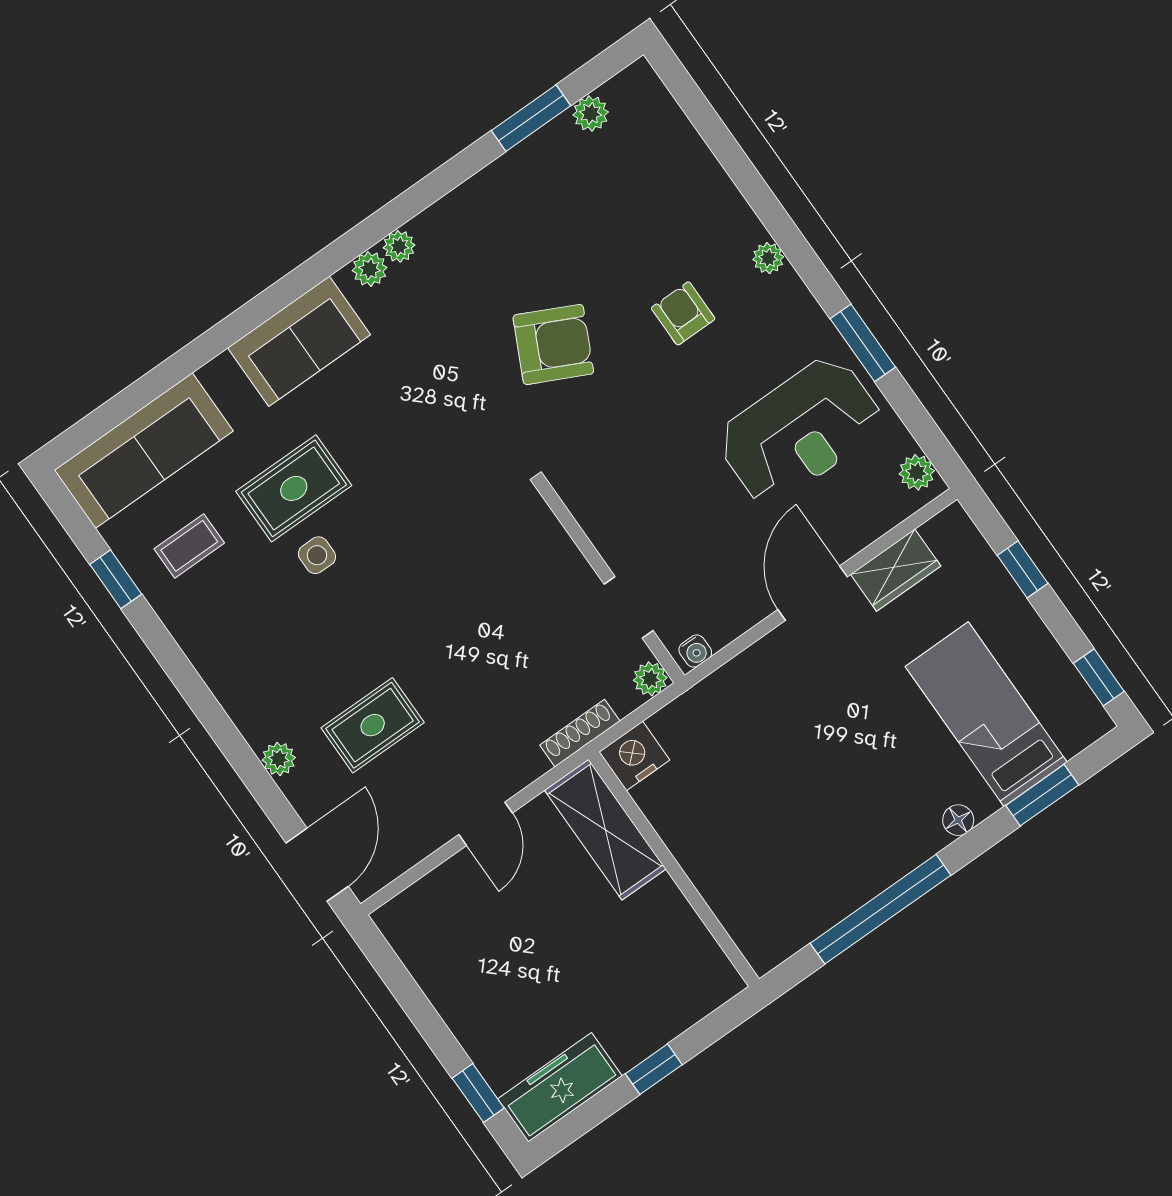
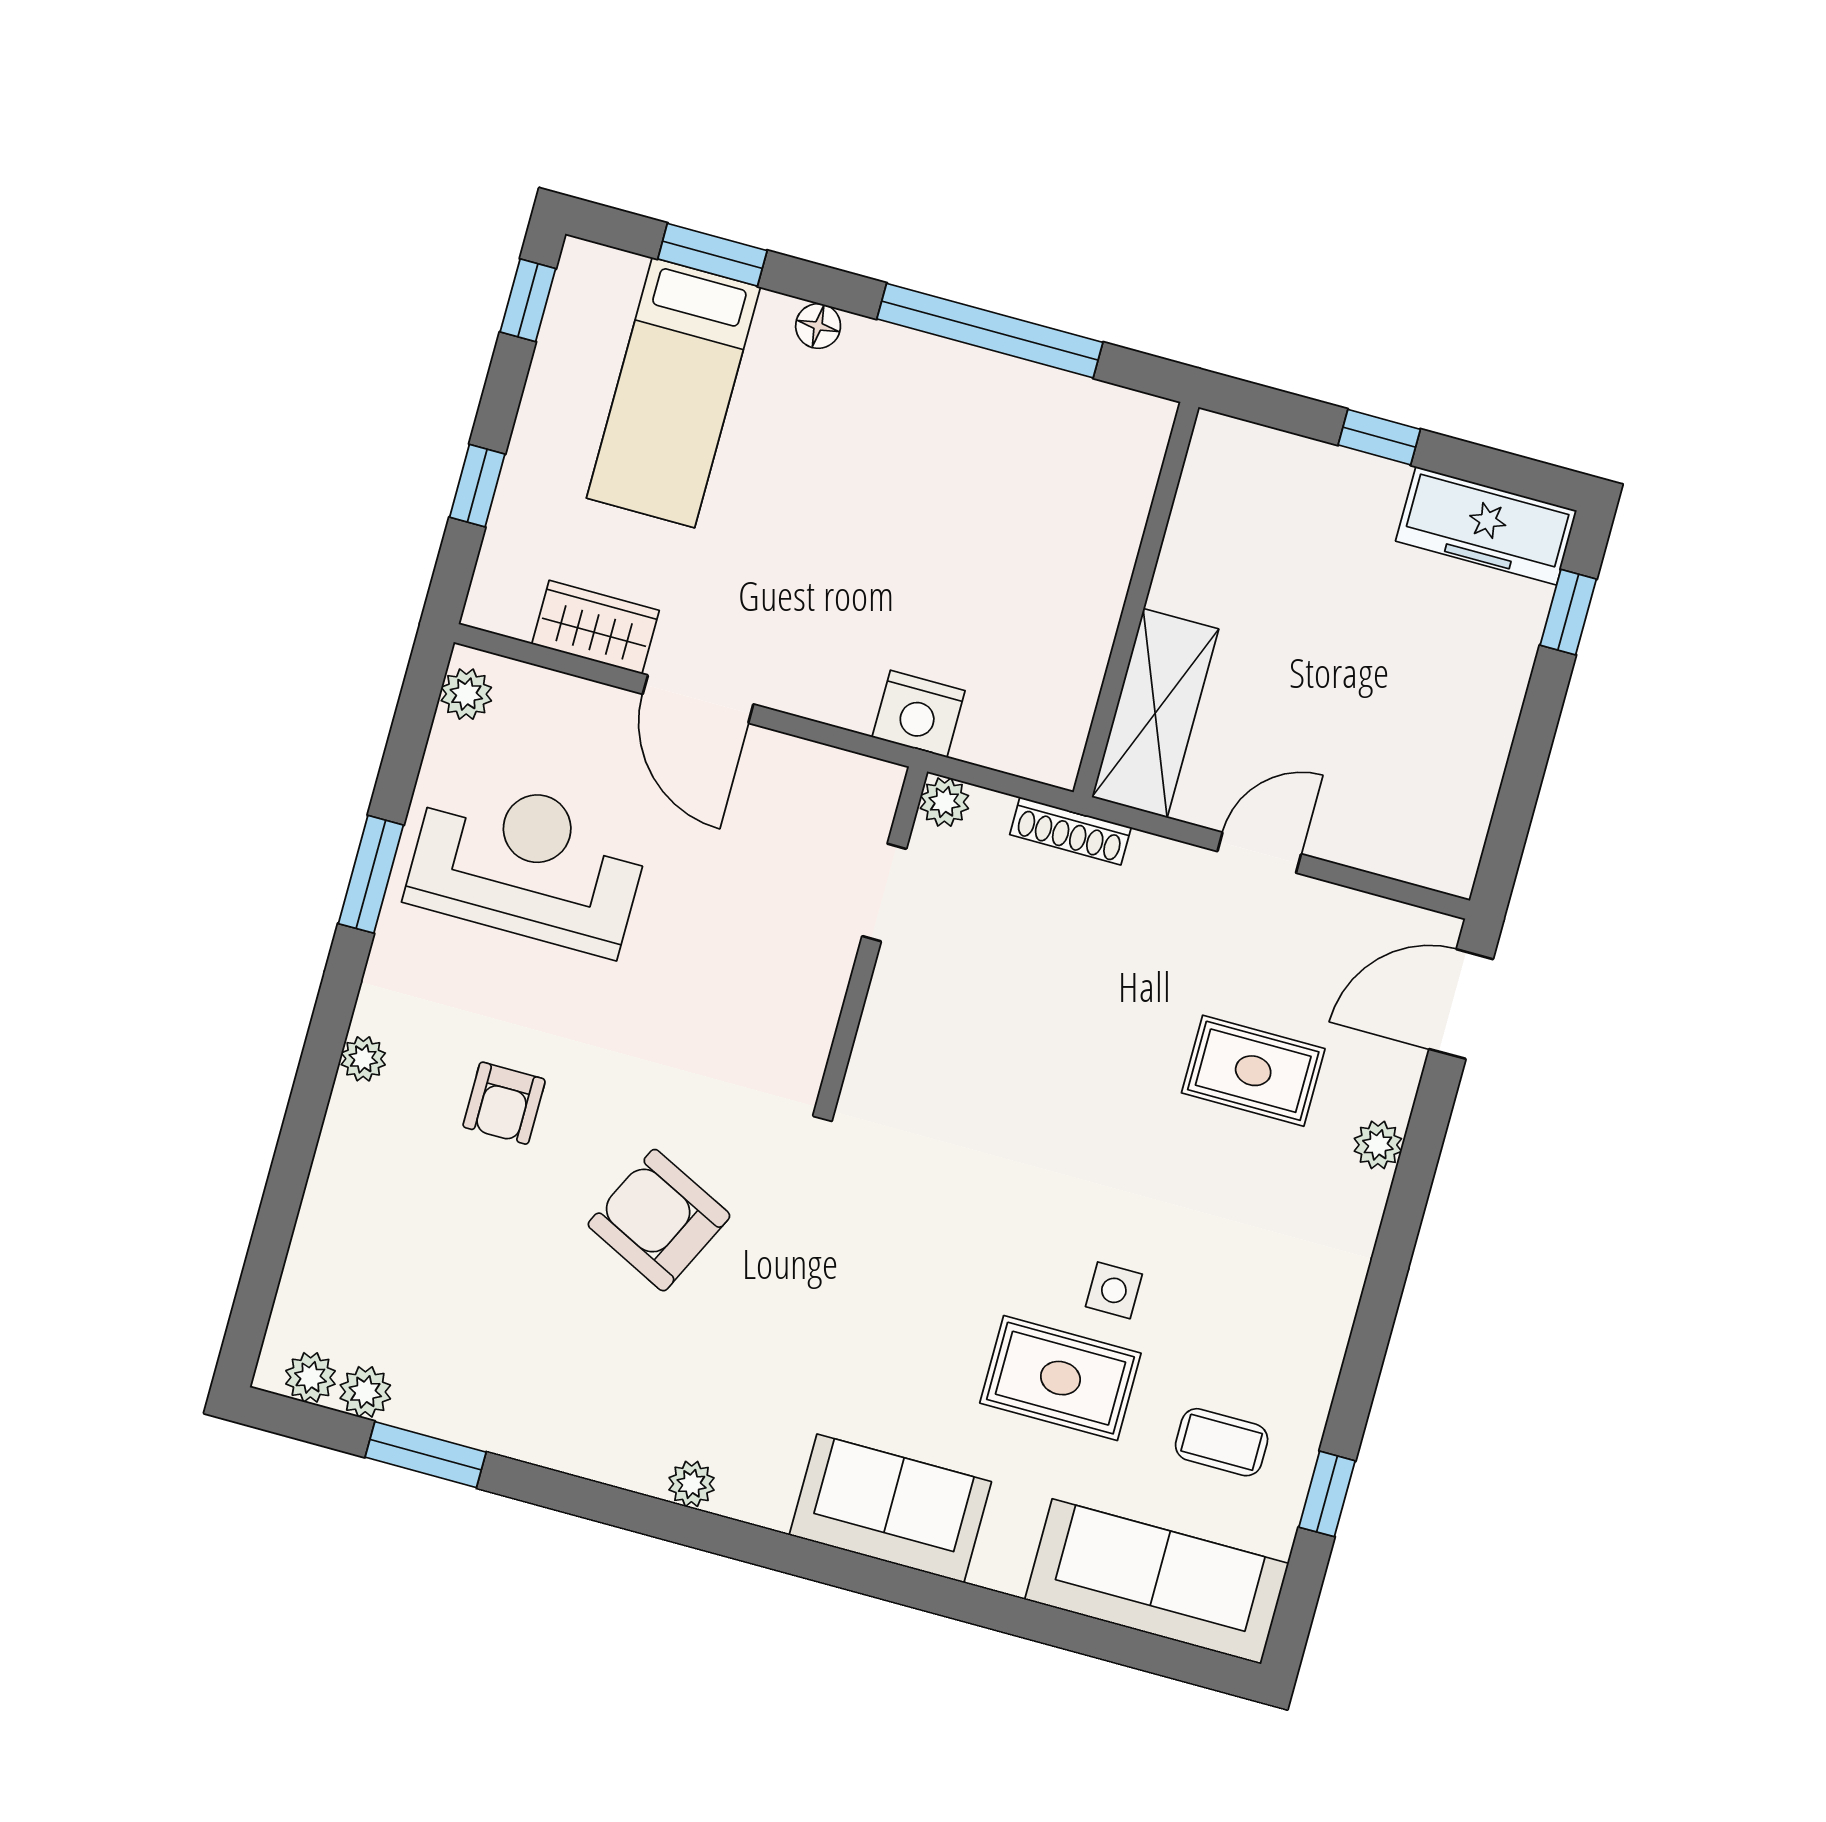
plant: (370, 269) -> (310, 1377), moved
door: (813, 593) -> (698, 699), hinge flipped
water cooler: (695, 651) -> (872, 777), removed
nightstand: (634, 756) -> (919, 714), moved

